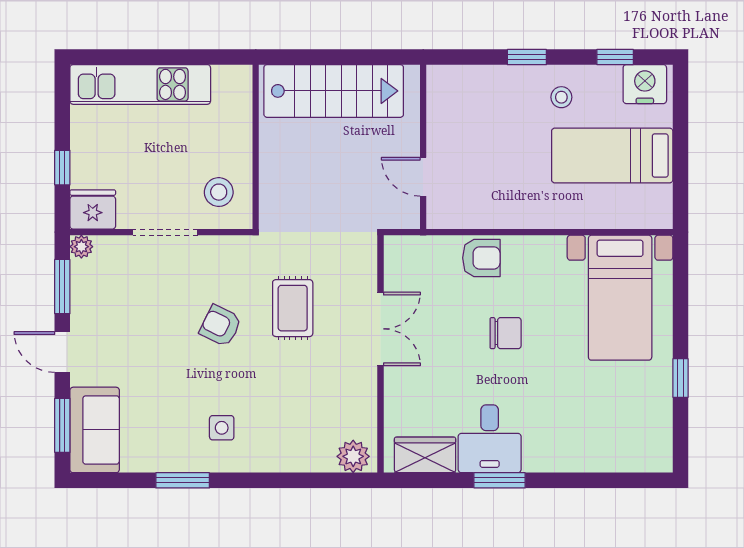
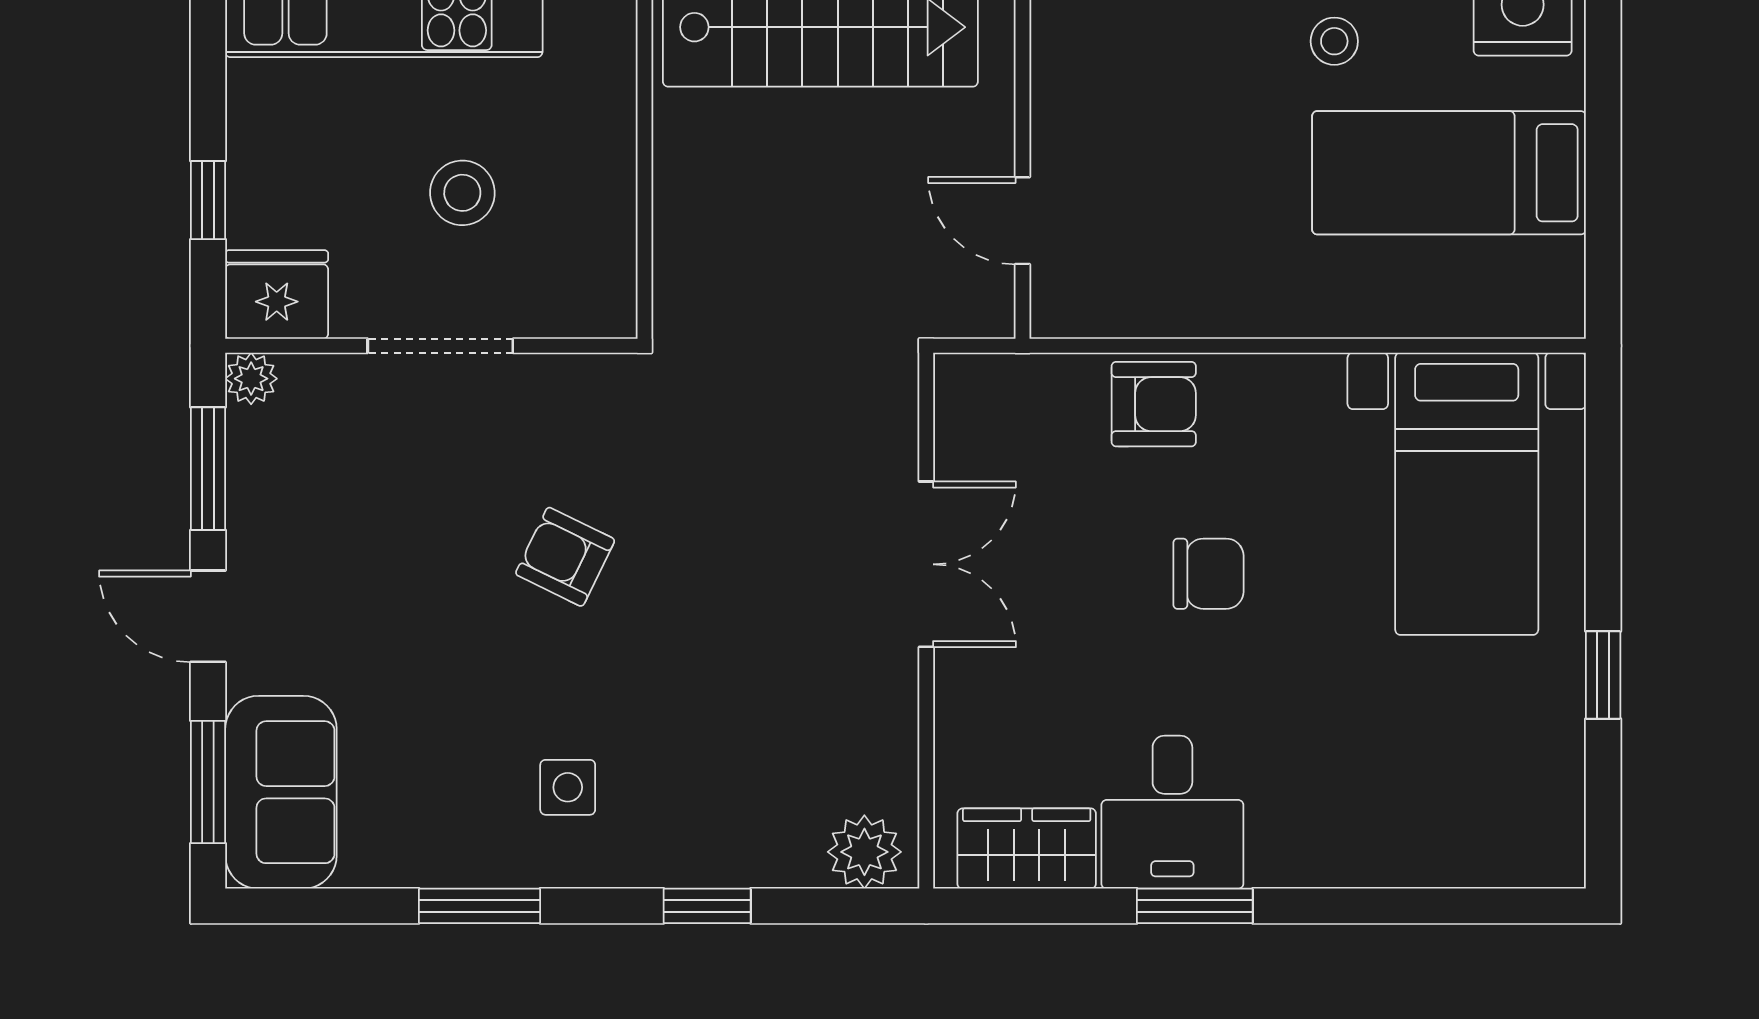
stool: (219, 192) -> (462, 193), moved
rug: (293, 308) -> (728, 517), removed
window: (283, 480) -> (707, 906), added

